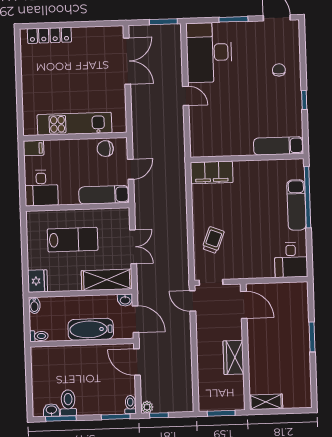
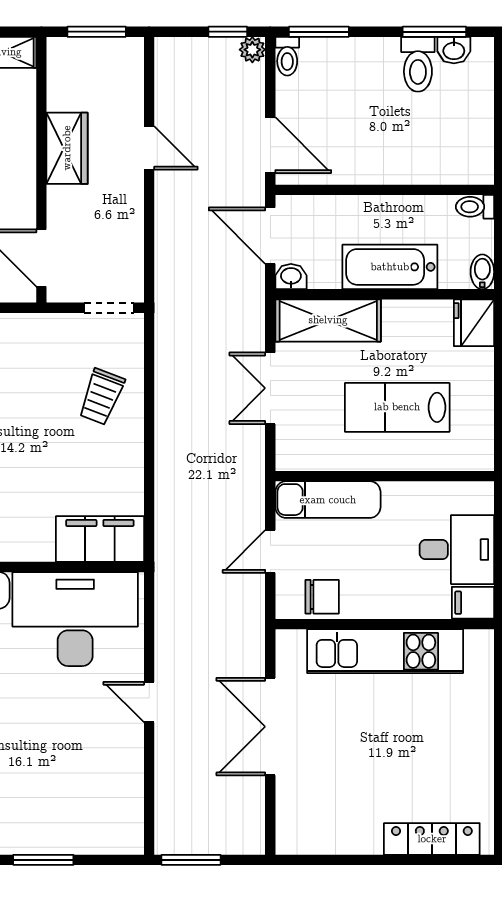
desk: (209, 52) -> (75, 619), moved, turned -90
double door: (127, 61) -> (270, 727), moved
desk: (41, 188) -> (457, 550), moved, turned 90
door: (193, 301) -> (149, 148), moved
bathtub: (91, 329) -> (390, 267), moved, turned 180

